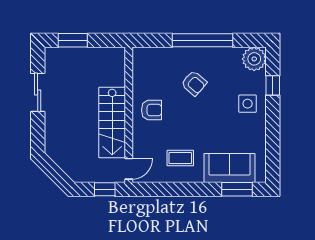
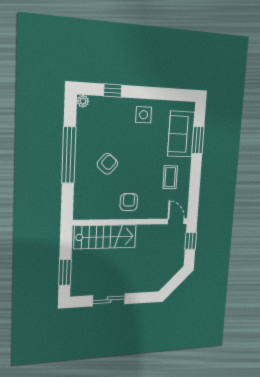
plant: (254, 59) -> (83, 101), width x0.53, depth x0.53
side table: (248, 104) -> (144, 115), moved
stairs: (112, 122) -> (105, 237), moved
window: (237, 189) -> (198, 140), moved

